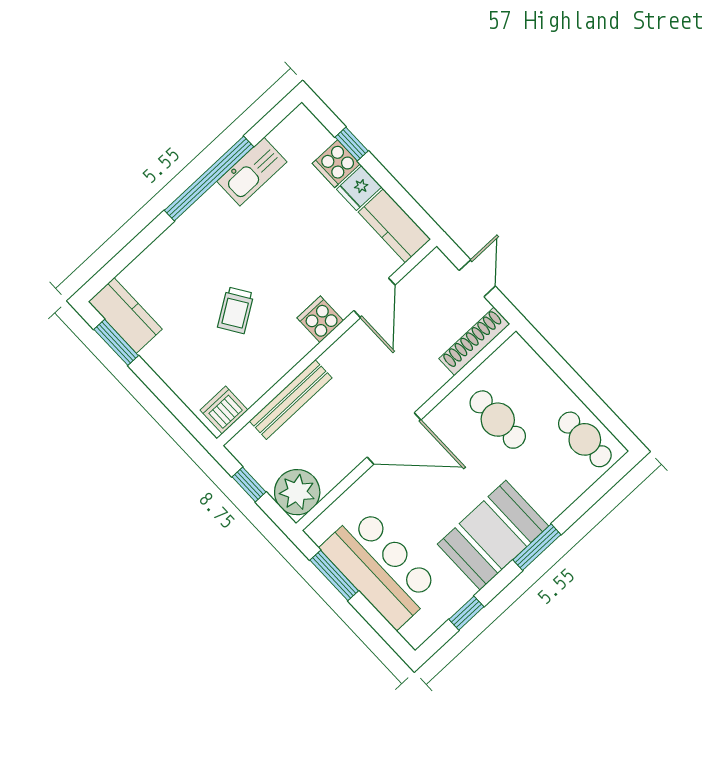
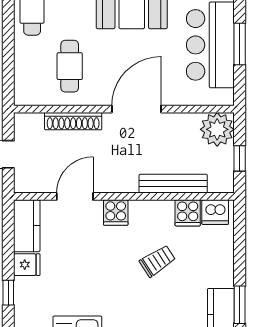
cooker: (336, 164) -> (188, 213), moved, turned 90
shoe rack: (474, 341) -> (73, 121), moved
door: (394, 438) -> (136, 109), hinge flipped
window: (334, 575) -> (240, 44), moved

